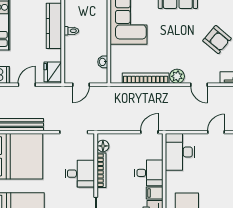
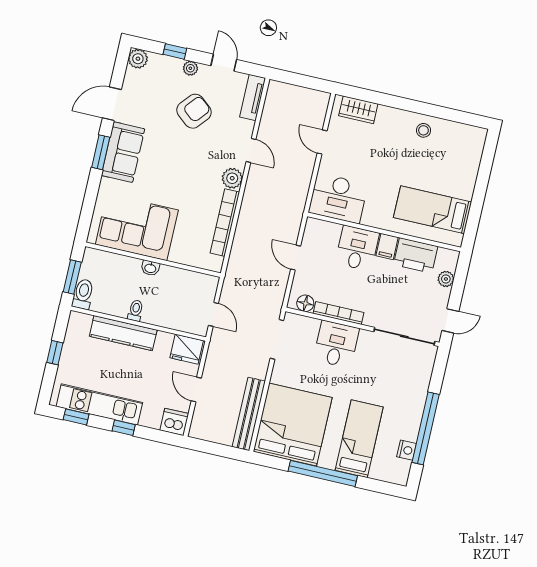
washbasin: (103, 62) -> (150, 268), moved
door: (199, 85) -> (251, 150), hinge flipped
door: (149, 132) -> (296, 258), moved

